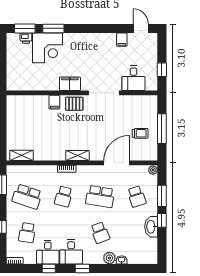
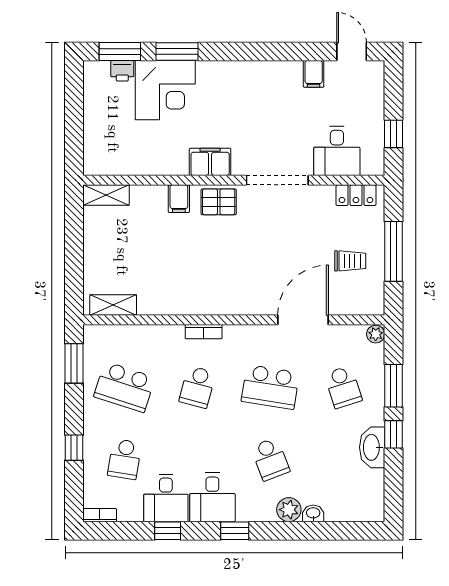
locker: (143, 100) -> (356, 195), added
shelving: (77, 155) -> (106, 195), moved

